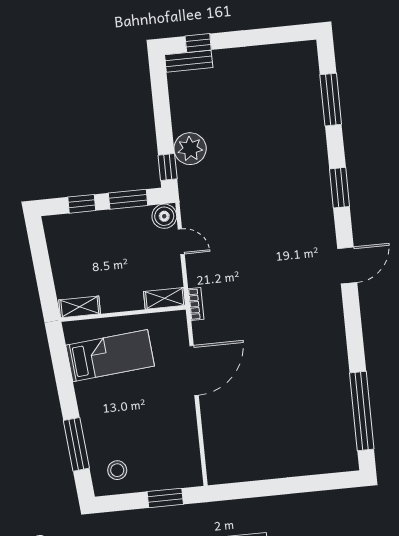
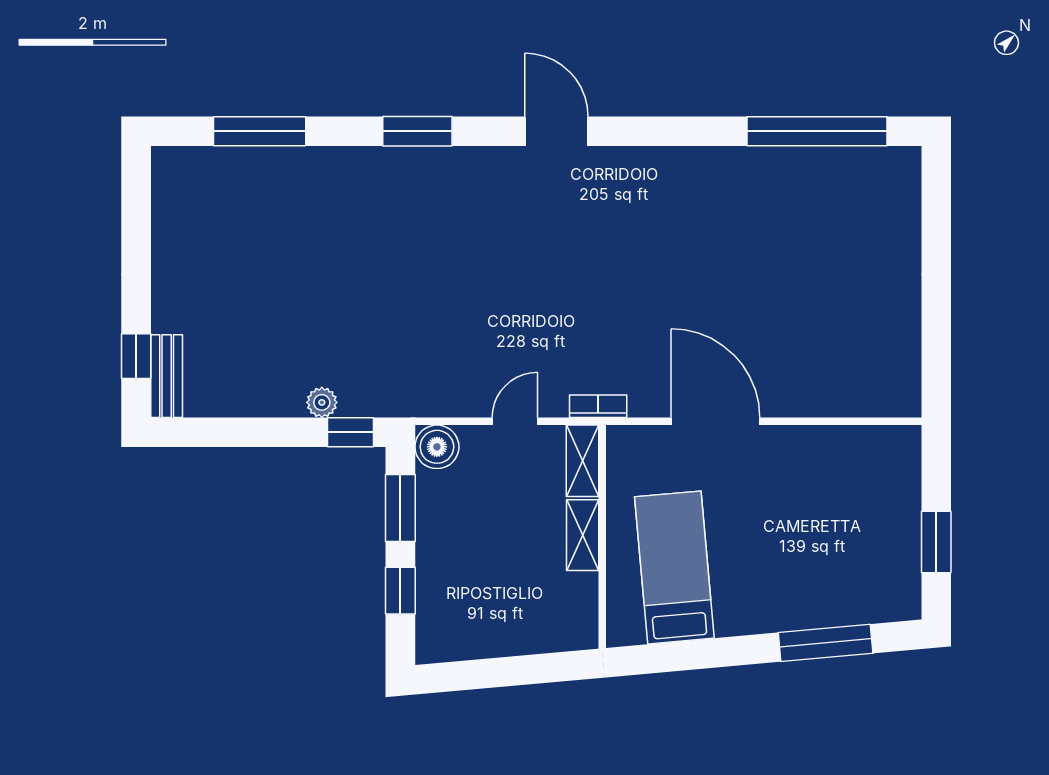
plant: (190, 149) -> (322, 402), width x0.53, depth x0.53
door: (181, 242) -> (515, 421), moved
shelving: (80, 307) -> (583, 535), moved
stool: (117, 470) -> (879, 575), removed
window: (165, 498) -> (936, 542), moved

